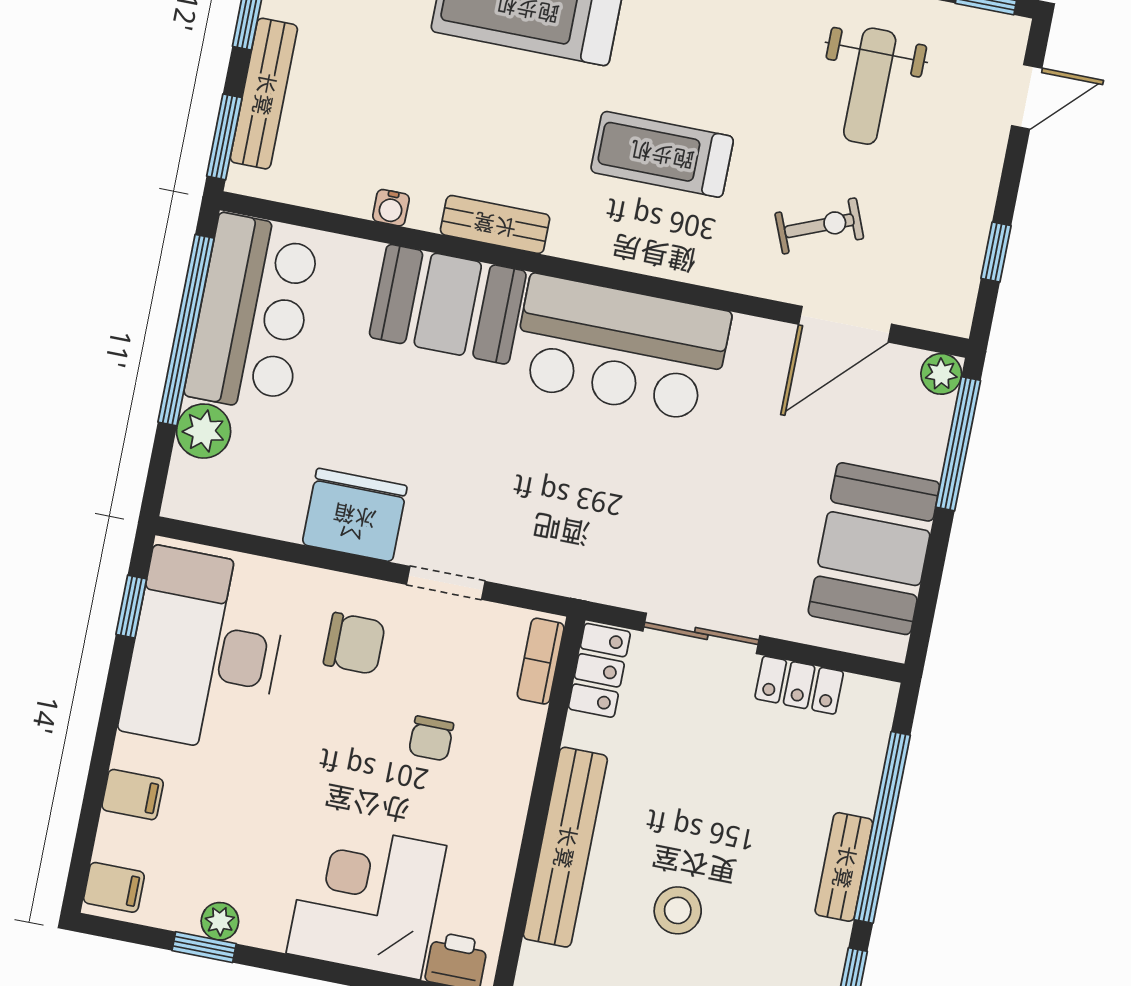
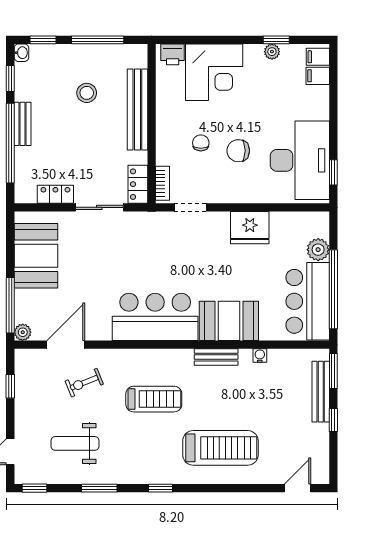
weight bench: (870, 86) -> (75, 443), turned -90
doorway: (446, 583) -> (190, 207), moved
chair: (354, 644) -> (238, 151), moved
filing cabinet: (133, 795) -> (318, 76), moved

